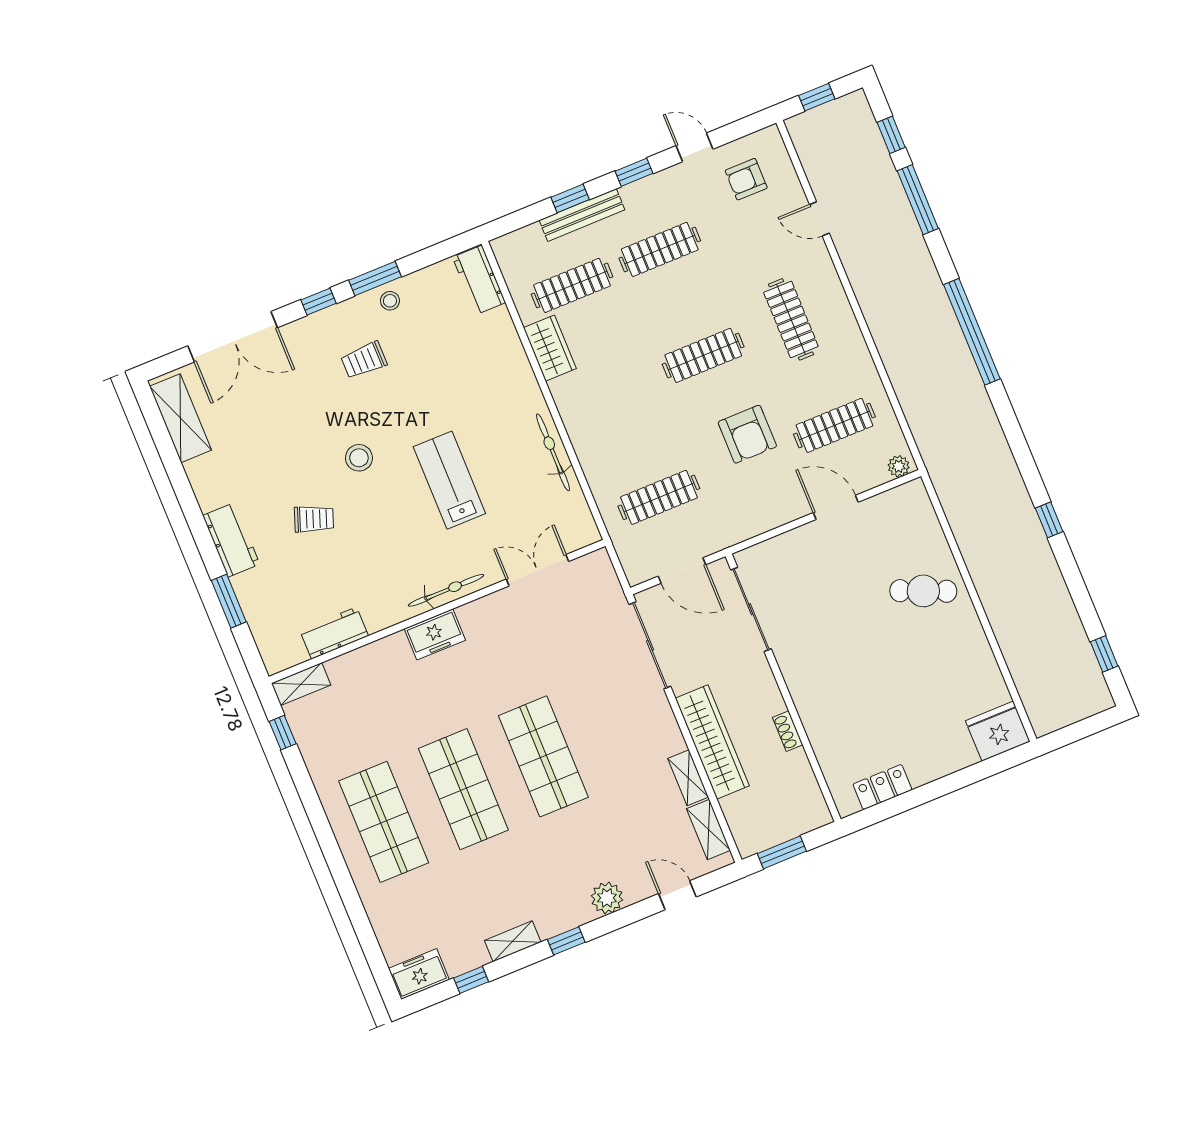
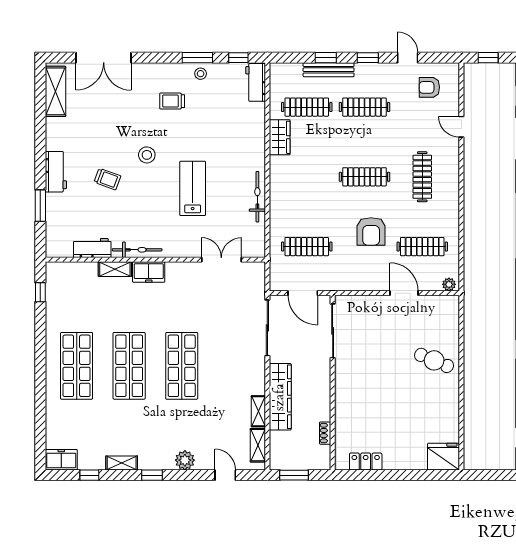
window: (319, 302) -> (238, 58), moved
bicycle: (446, 590) -> (137, 250), moved
shelving: (301, 684) -> (115, 269), moved
shoe rack: (788, 731) -> (325, 433), moved

